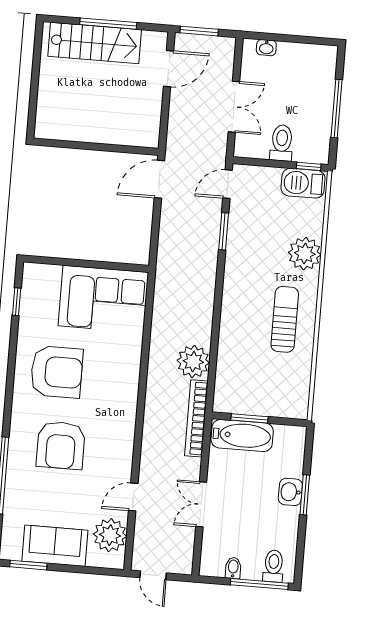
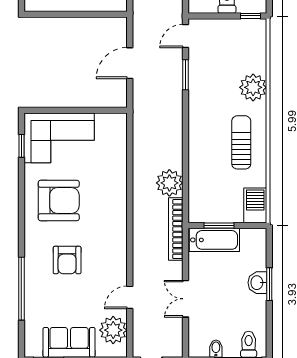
door: (159, 179) -> (130, 63), moved
barbecue: (303, 183) -> (255, 205), moved, turned 90
corner sofa: (103, 299) -> (59, 138), moved
armchair: (61, 445) -> (67, 260), width x0.73, depth x0.73

